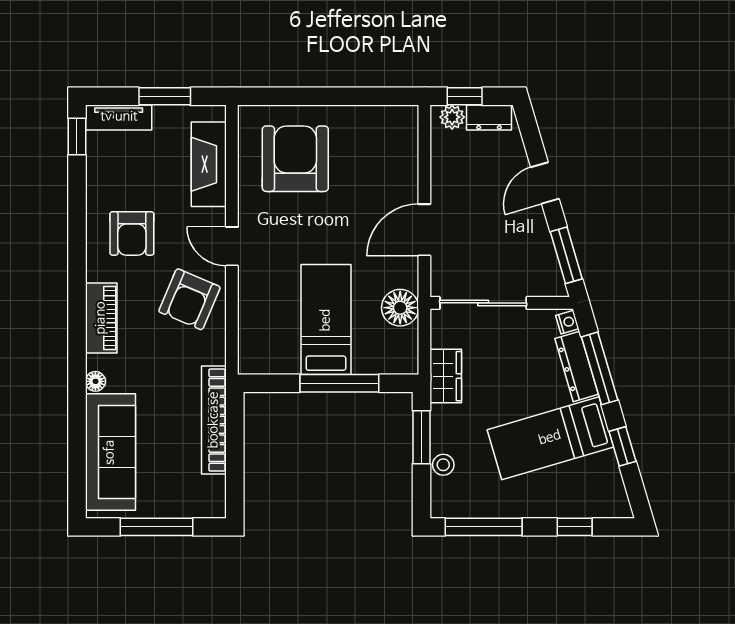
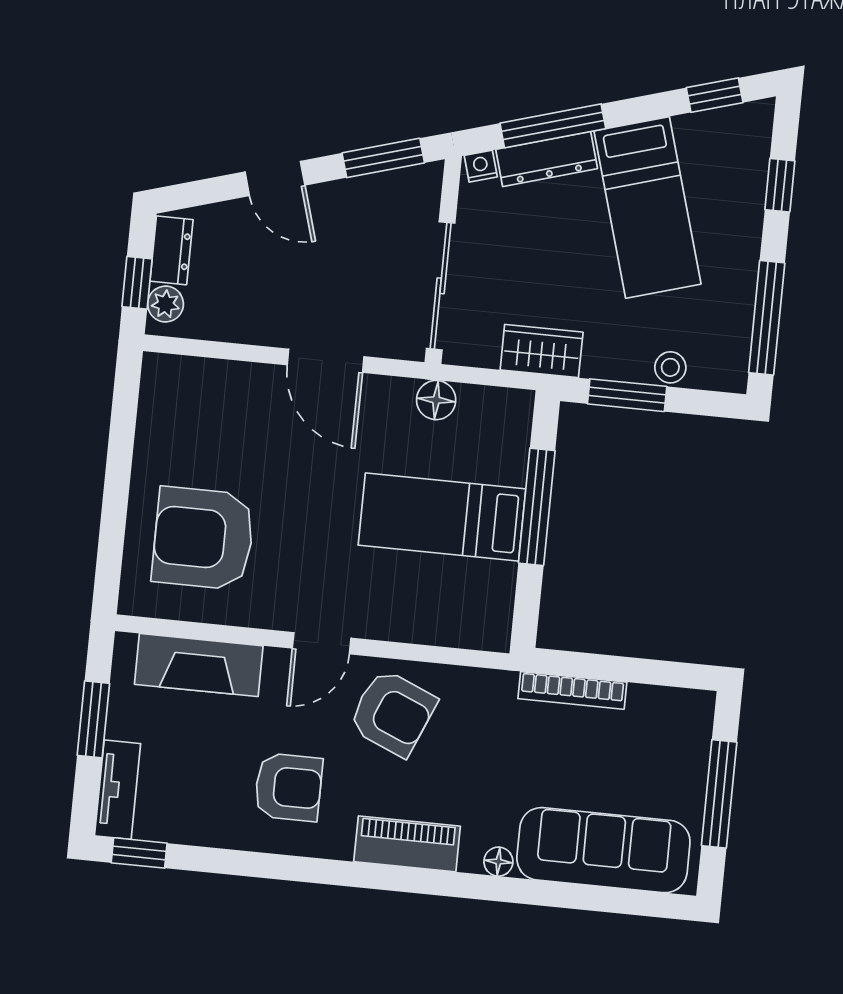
floor lamp: (400, 308) -> (436, 400), width x0.73, depth x0.73
bookcase: (214, 420) -> (572, 690), width x0.68, depth x0.76
window: (623, 446) -> (715, 95), moved

